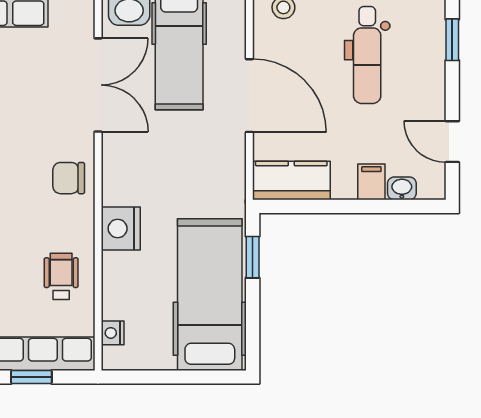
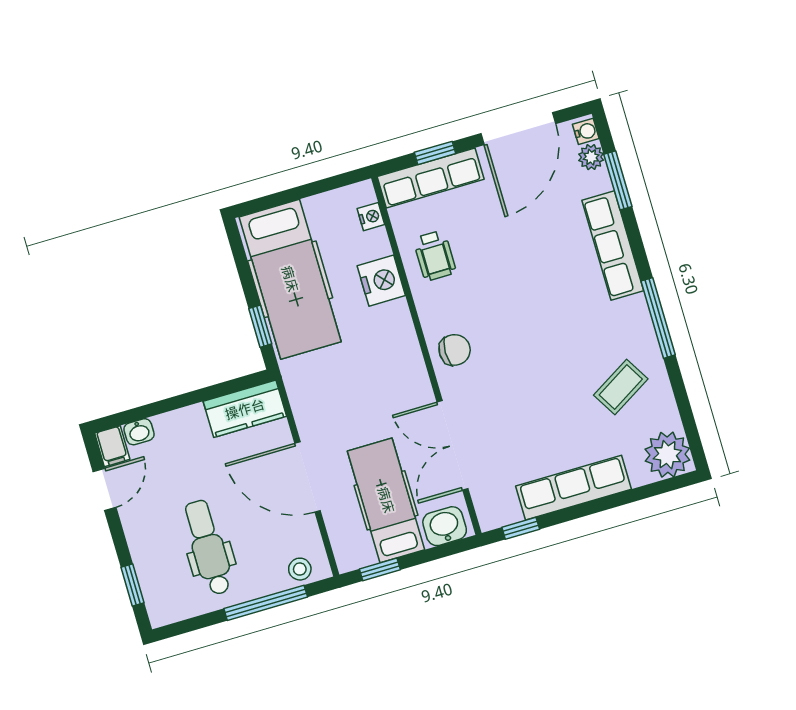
door: (452, 142) -> (105, 489), hinge flipped
filing cabinet: (371, 182) -> (112, 446), moved
nightstand: (121, 229) -> (381, 281), moved

